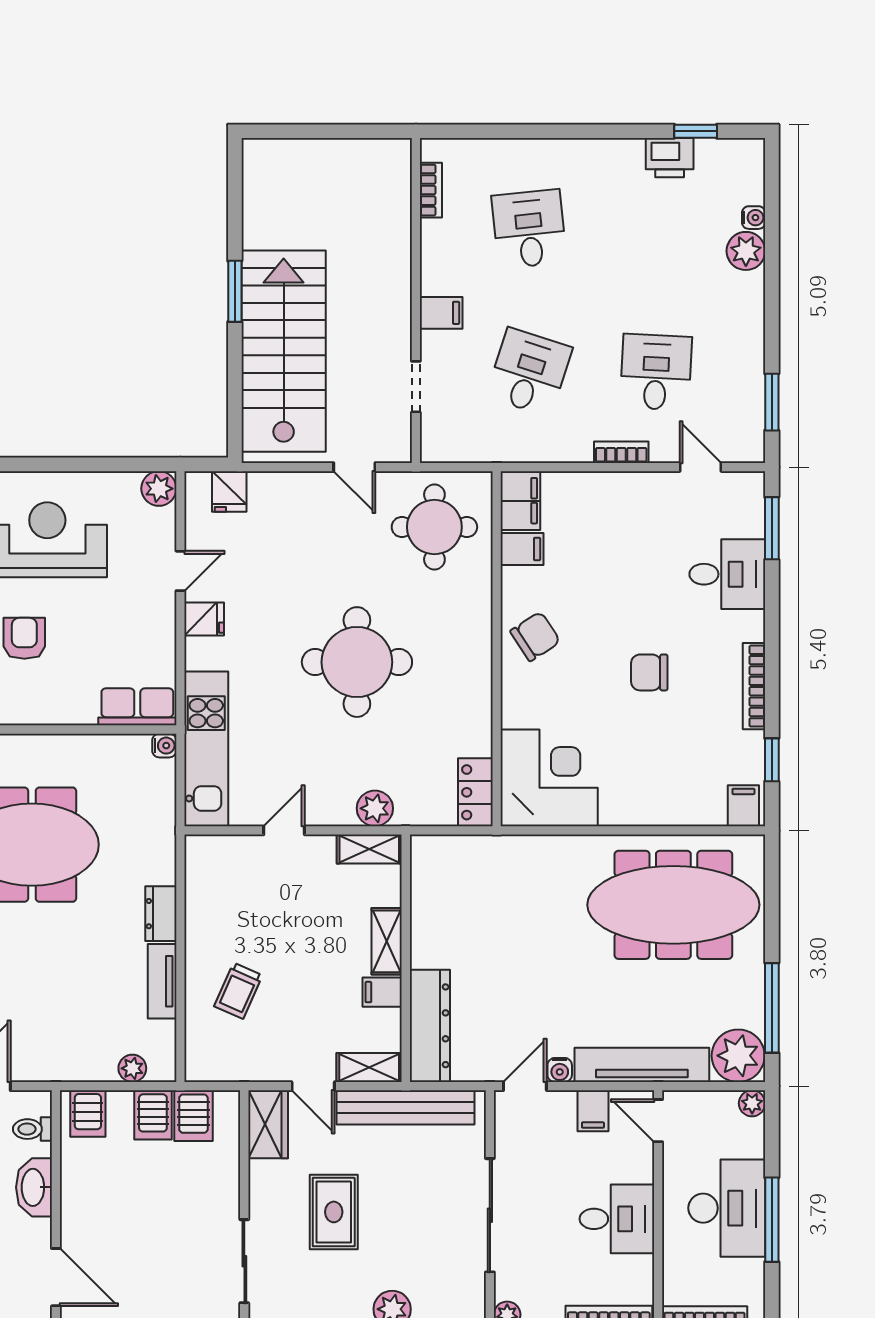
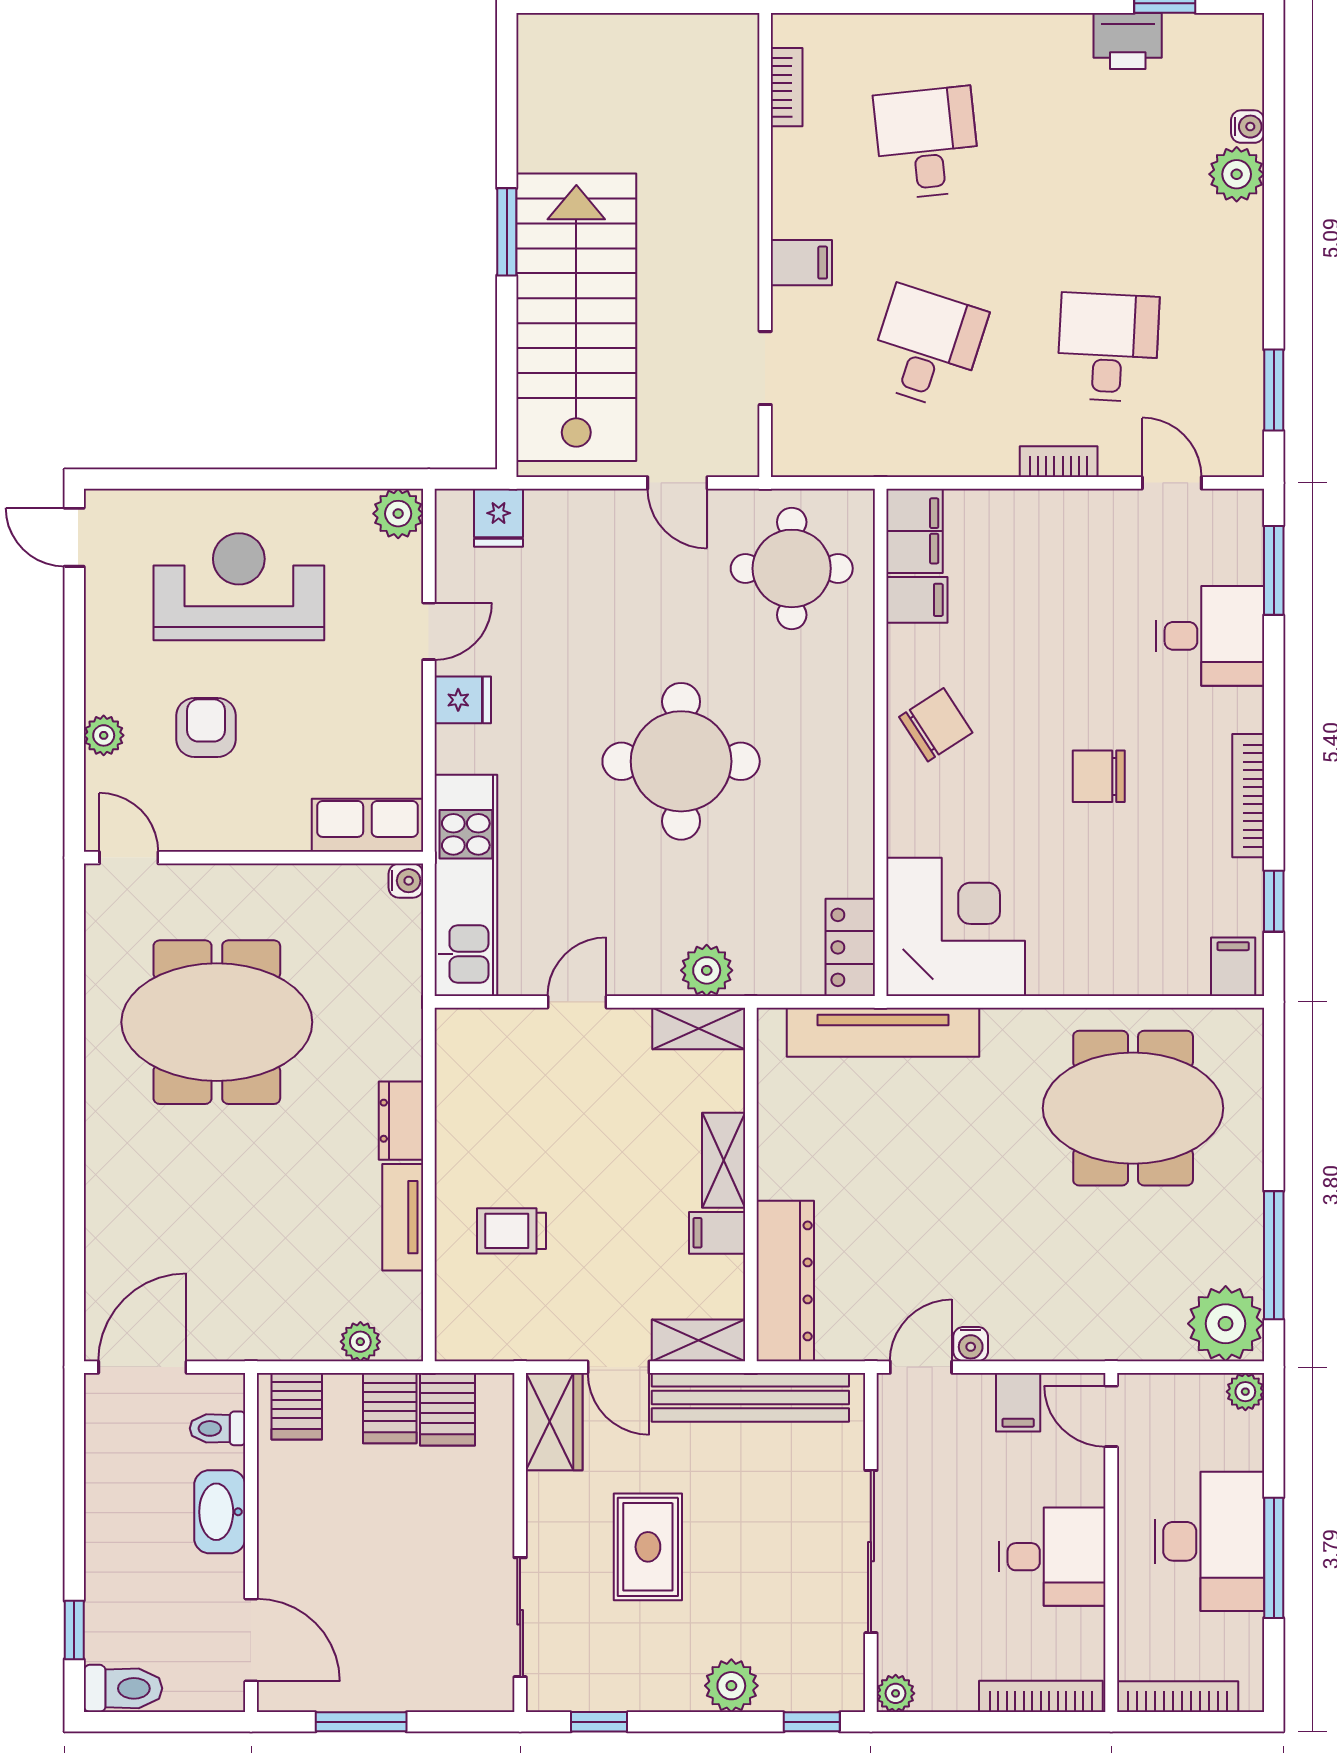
meeting table: (673, 905) -> (1133, 1108), width x0.73
trolley: (238, 991) -> (512, 1231), turned 66
tv unit: (642, 1065) -> (883, 1032), moved, turned 180

